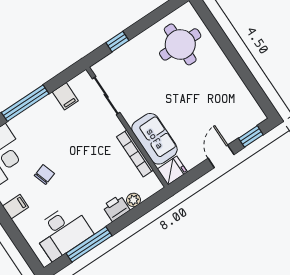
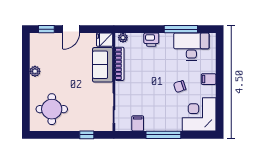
plant: (231, 77) -> (35, 71), added
plant: (133, 200) -> (123, 38), moved

